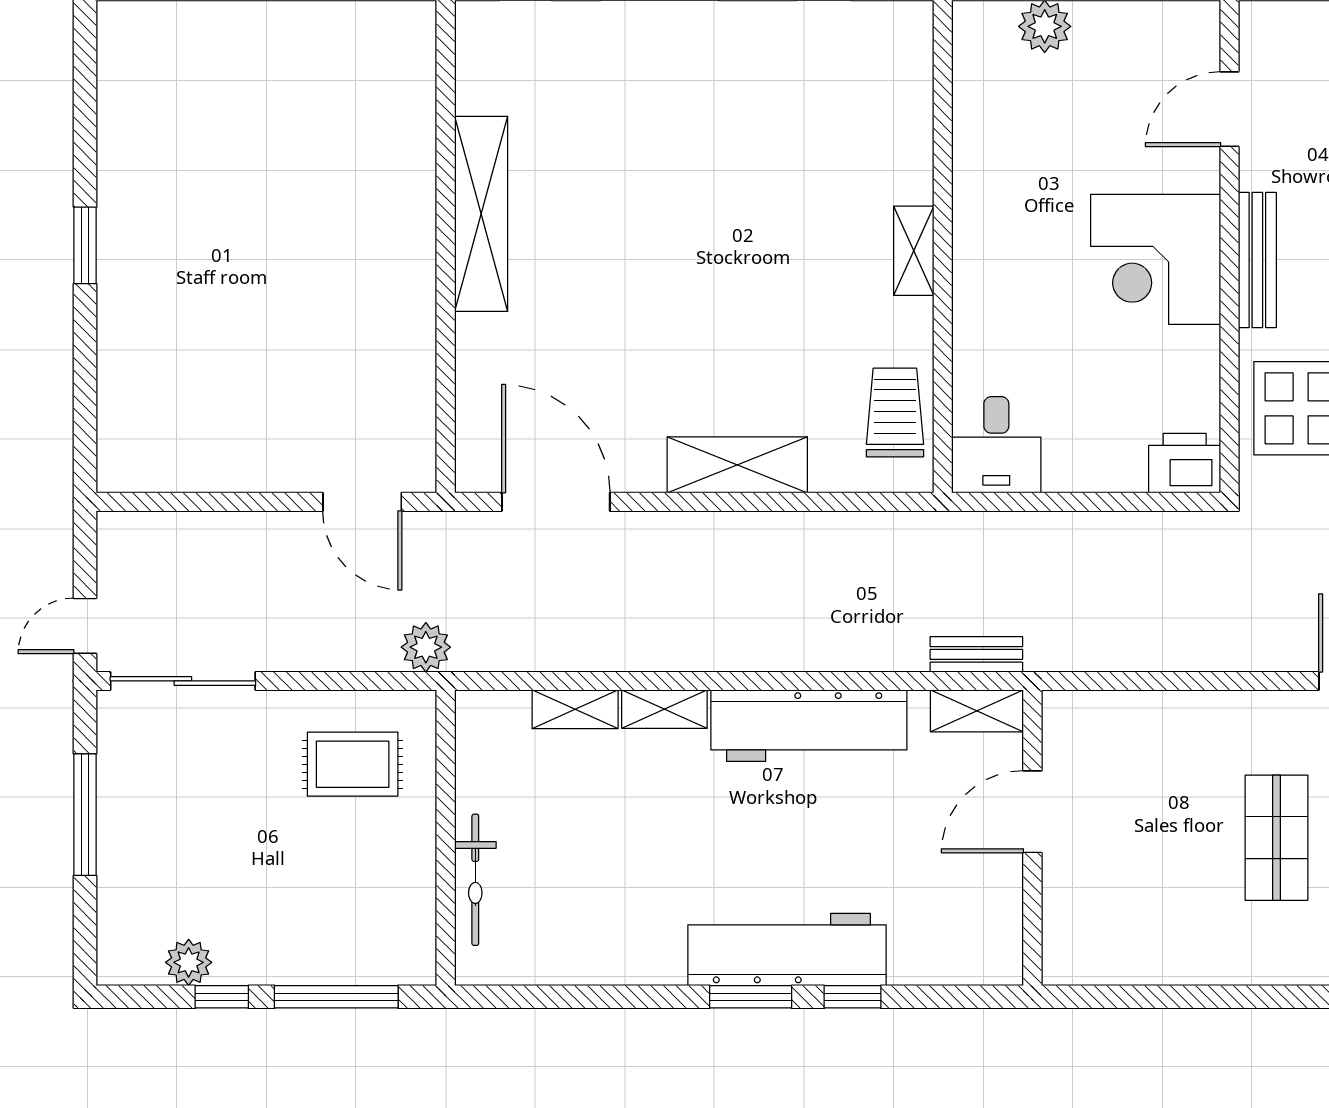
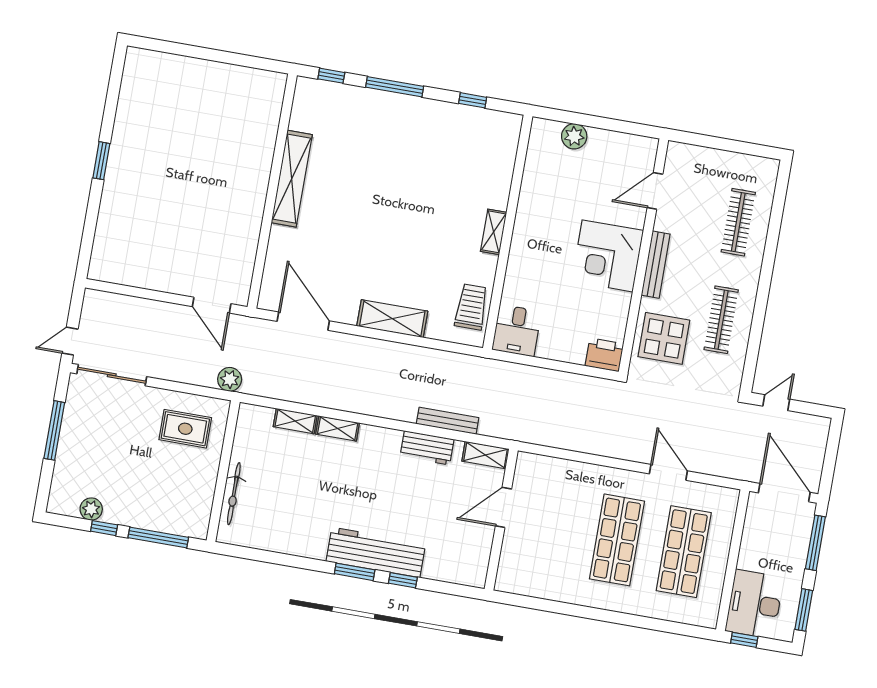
bench: (976, 654) -> (448, 421), moved, width x1.36
workbench: (809, 726) -> (427, 448), width x0.53, depth x0.76
shop shelf: (1277, 838) -> (617, 540), width x1.43, depth x1.36

